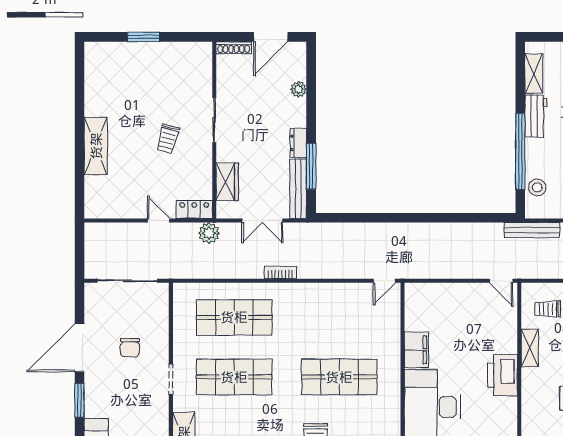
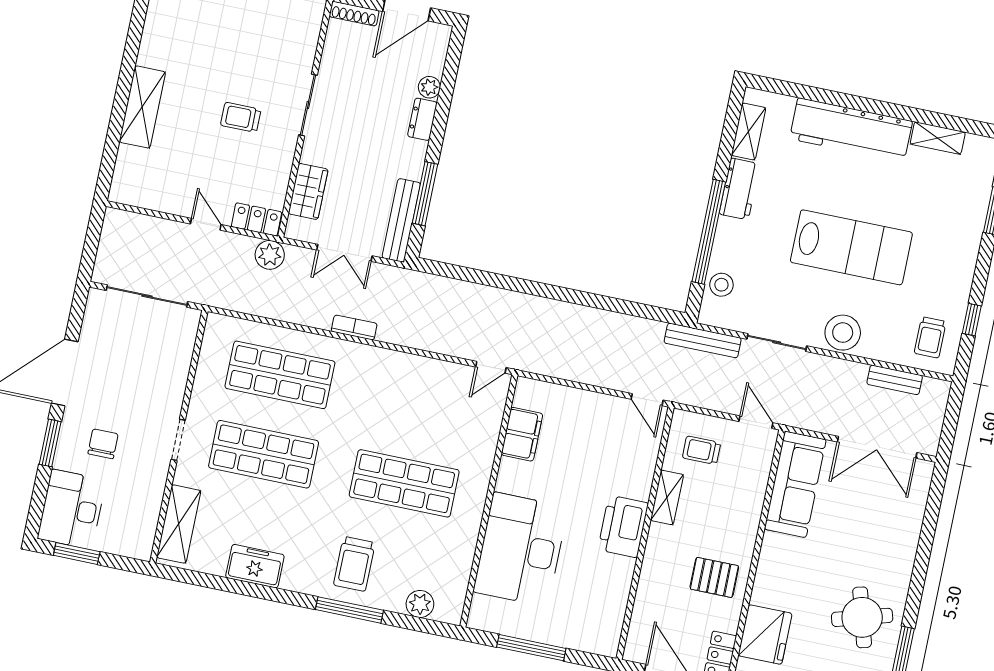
trolley: (168, 139) -> (241, 117), turned 75
dresser: (298, 143) -> (422, 119), moved
chair: (130, 348) -> (103, 444), moved, turned 180
filing cabinet: (416, 350) -> (522, 434), moved

